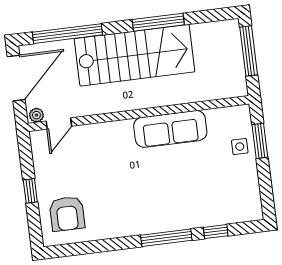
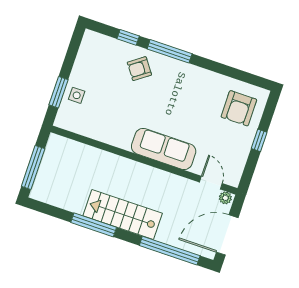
stairs: (135, 55) -> (123, 215), width x0.73, depth x0.66
door: (59, 124) -> (211, 183), hinge flipped
sofa: (170, 129) -> (164, 149), moved
armchair: (189, 205) -> (139, 69), added
armchair: (67, 214) -> (239, 108), turned 180

